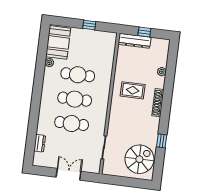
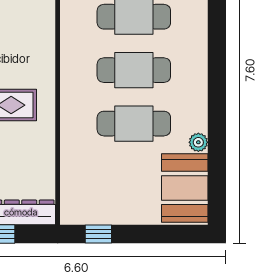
window: (89, 25) -> (98, 234), moved

